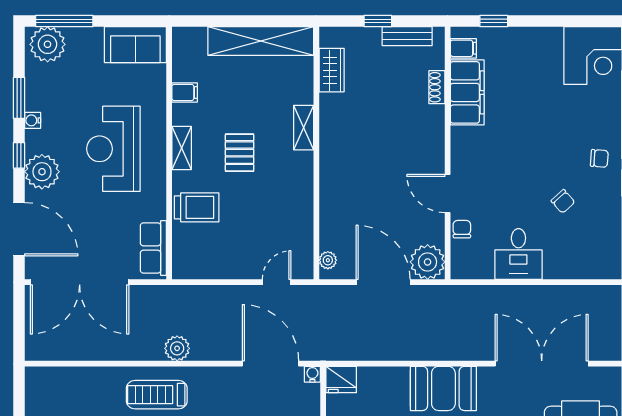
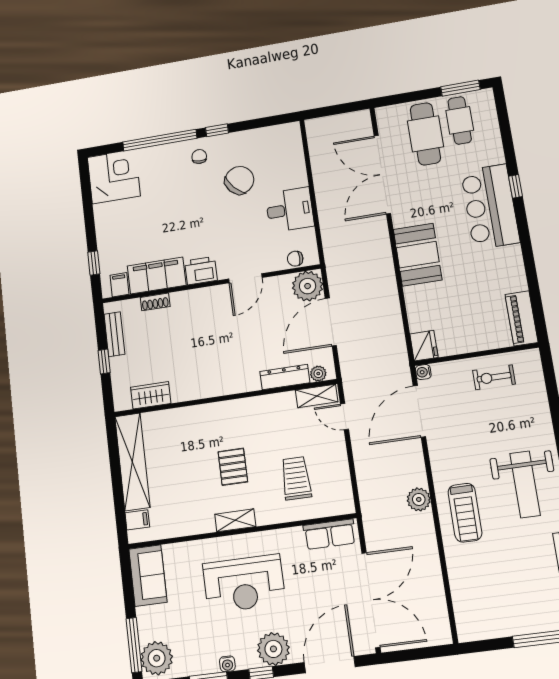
filing cabinet: (185, 92) -> (137, 520), moved, turned 90
shelving: (304, 128) -> (317, 396), moved
printer: (465, 144) -> (201, 271), added
pallet: (240, 153) -> (233, 467), turned 90
chair: (563, 201) -> (239, 180), width x1.87, depth x1.87
trolley: (197, 207) -> (296, 478), moved
dresser: (329, 223) -> (285, 377), added
chair: (462, 229) -> (295, 259), moved

